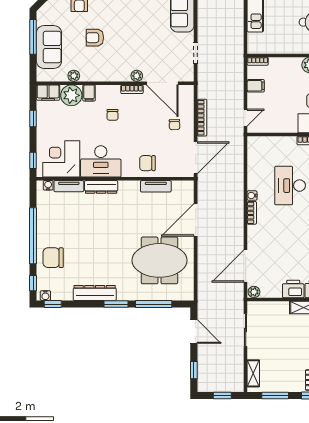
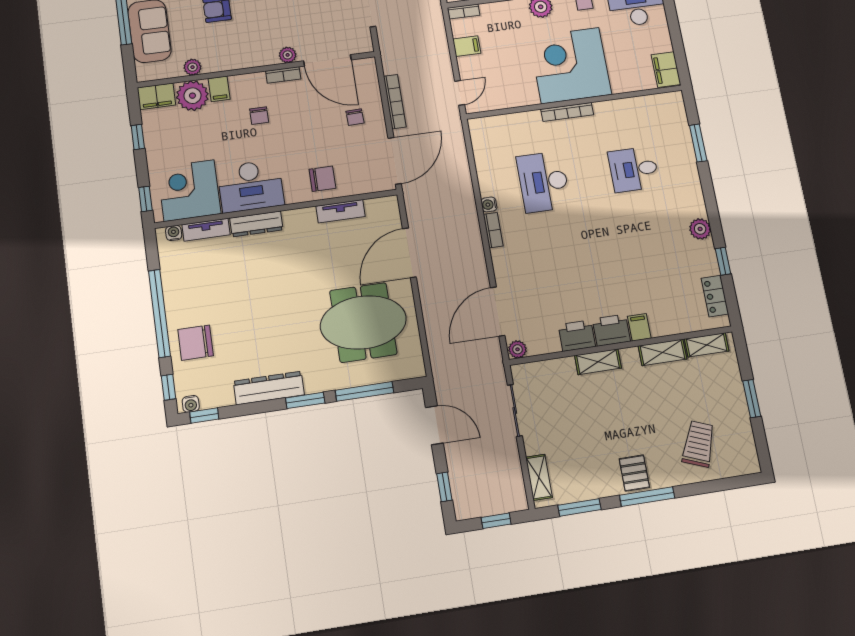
chair: (147, 163) -> (323, 179), turned 180

